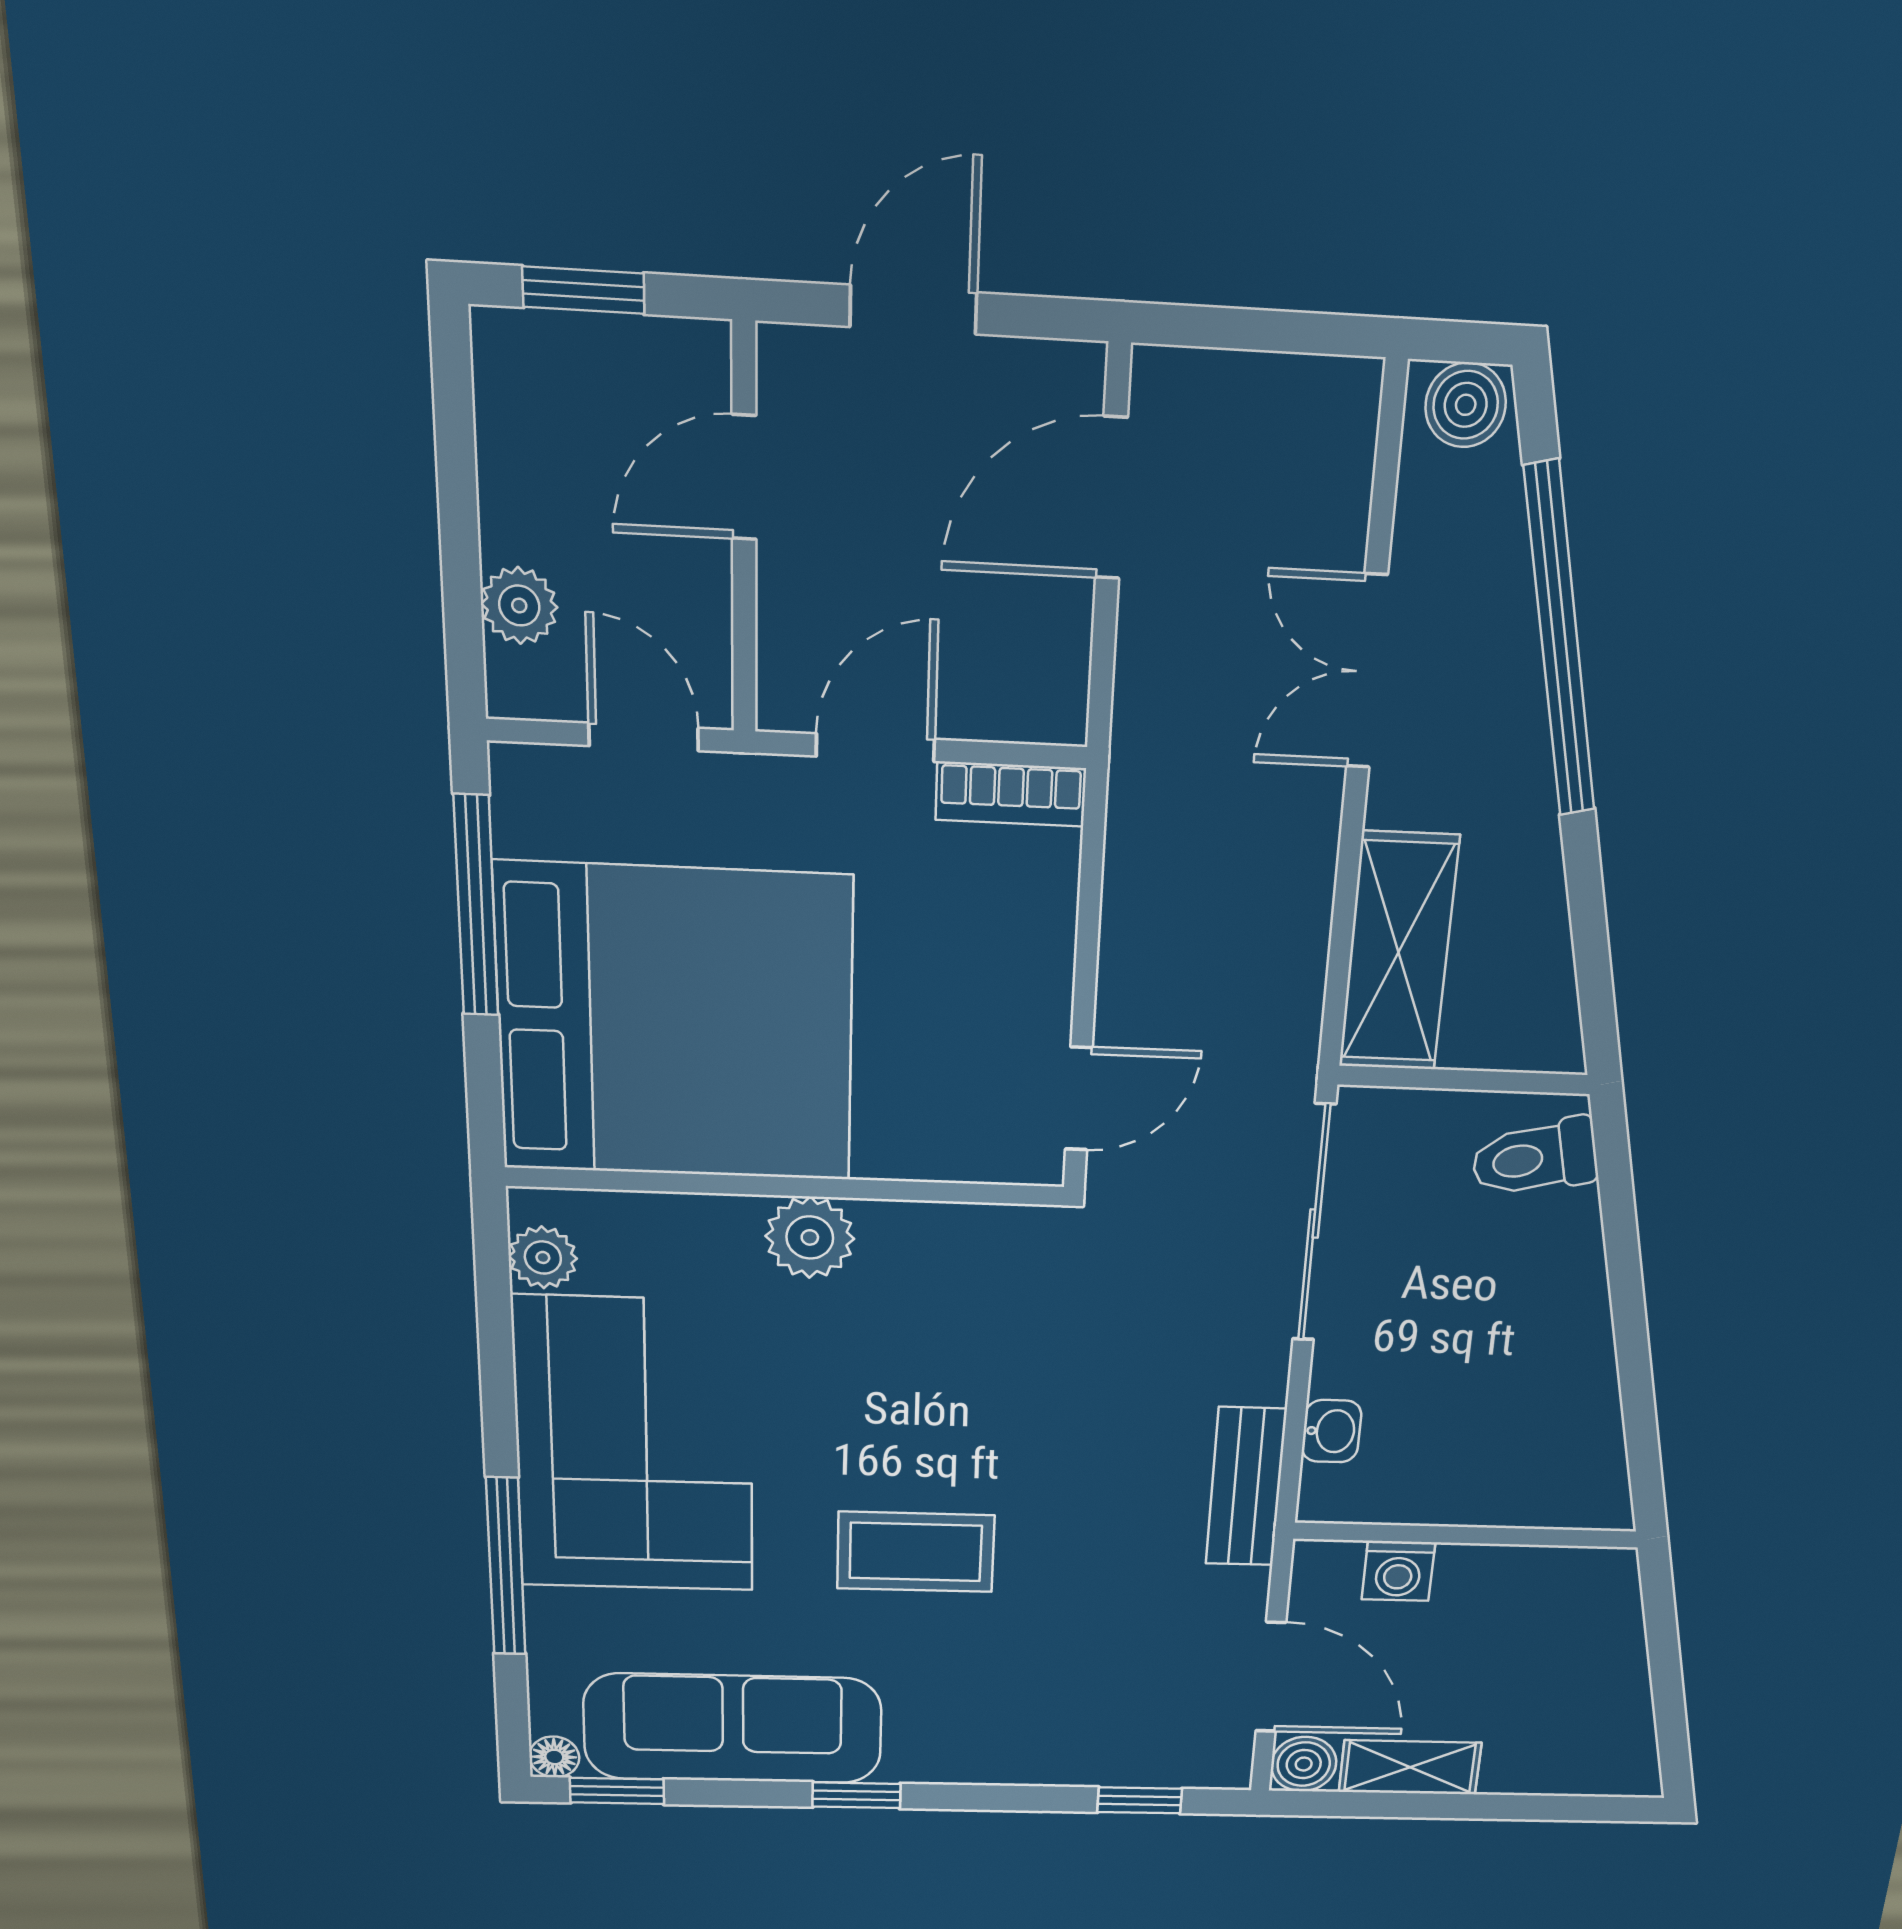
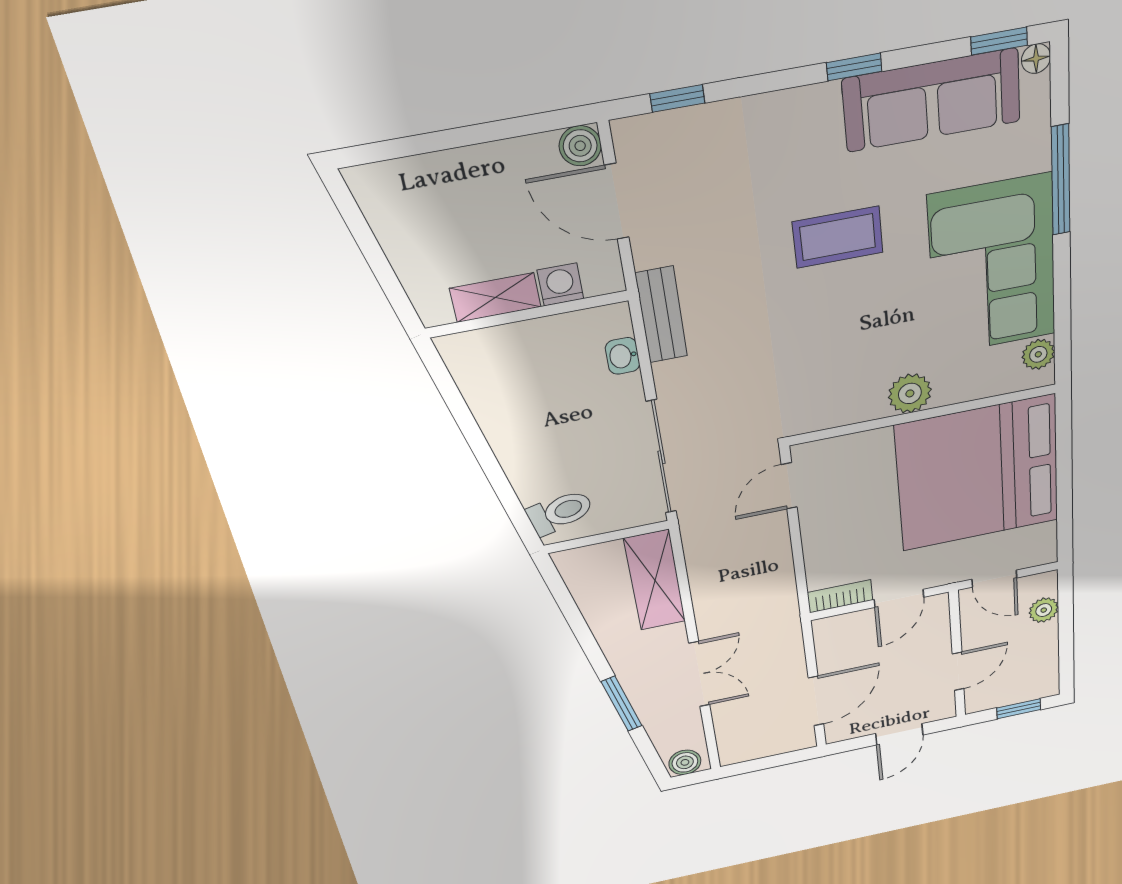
window: (1560, 641) -> (622, 704), width x0.47
window: (476, 906) -> (1064, 500), removed
shelving: (1410, 1767) -> (495, 298), moved

